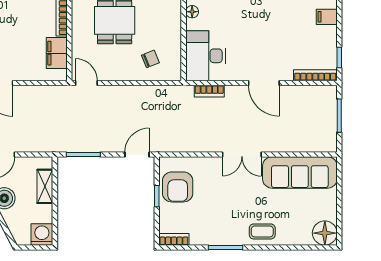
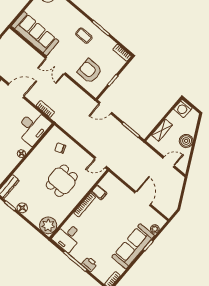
filing cabinet: (57, 53) -> (99, 192), width x0.50
door: (86, 83) -> (100, 163), hinge flipped
door: (264, 83) -> (16, 91), hinge flipped
double door: (242, 155) -> (55, 66), swing flipped
armchair: (178, 187) -> (90, 71), moved, turned -90
coffee table: (262, 231) -> (84, 36), moved

